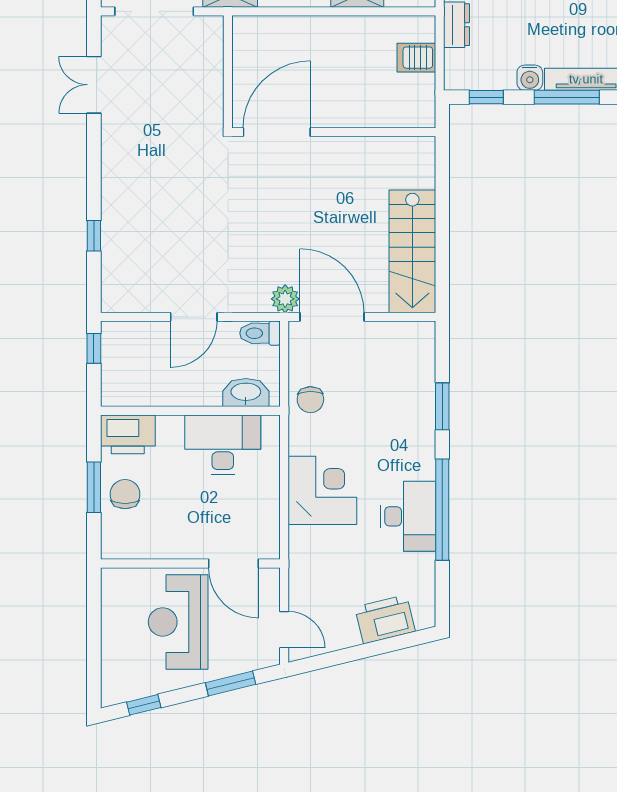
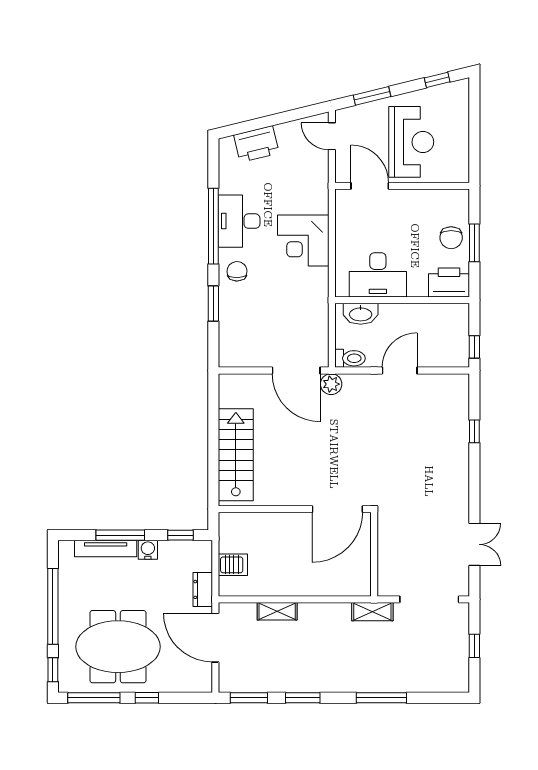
stairs: (412, 251) -> (236, 455), moved
chair: (310, 400) -> (237, 271), moved

